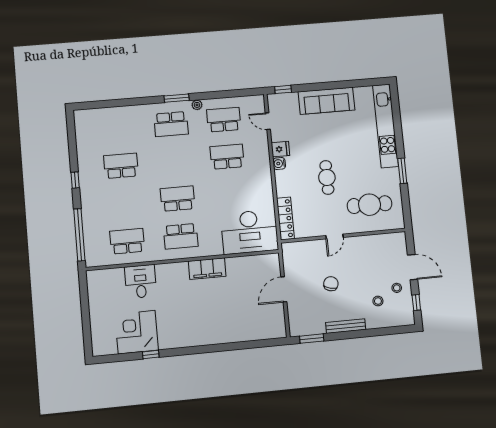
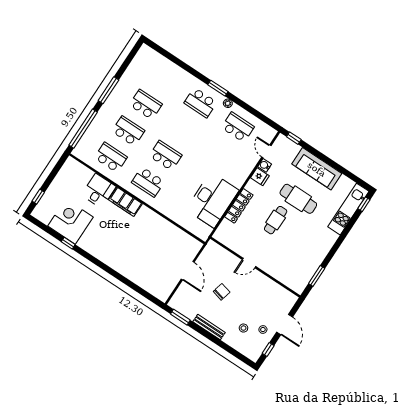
window: (395, 99) -> (364, 204), added
kitchen unit: (386, 126) -> (348, 209), width x0.73
school desk: (227, 157) -> (128, 131), moved
water cooler: (279, 163) -> (265, 165), moved
window: (402, 171) -> (317, 276), moved
window: (75, 180) -> (108, 90), width x2.17
cafe table: (370, 205) -> (298, 199), moved
locker: (285, 218) -> (239, 206), moved
desk: (250, 232) -> (212, 200), moved, turned -90
filing cabinet: (207, 269) -> (125, 202), moved
door: (284, 289) -> (188, 271), swing flipped
window: (87, 333) -> (38, 197), added

